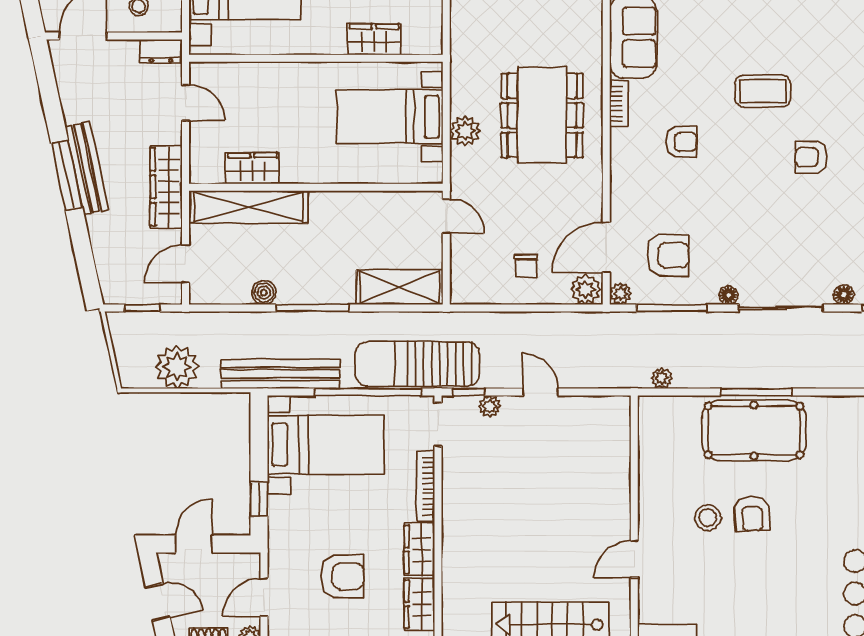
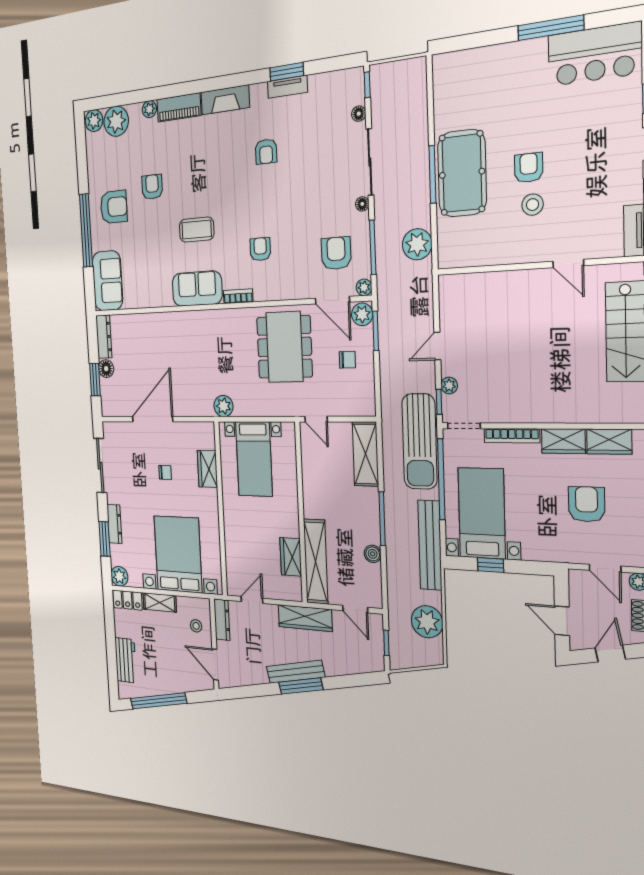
dresser: (161, 51) -> (222, 620), width x1.44
coffee table: (763, 91) -> (197, 230), moved, turned 90
dining table: (542, 115) -> (284, 347), moved, turned 90
plant: (465, 131) -> (223, 406), moved
door: (446, 216) -> (316, 419), swing flipped
window: (563, 308) -> (376, 331), added
plant: (662, 378) -> (417, 244), width x1.88, depth x1.88
window: (259, 499) -> (491, 565), moved
armchair: (752, 514) -> (529, 168), turned -87

